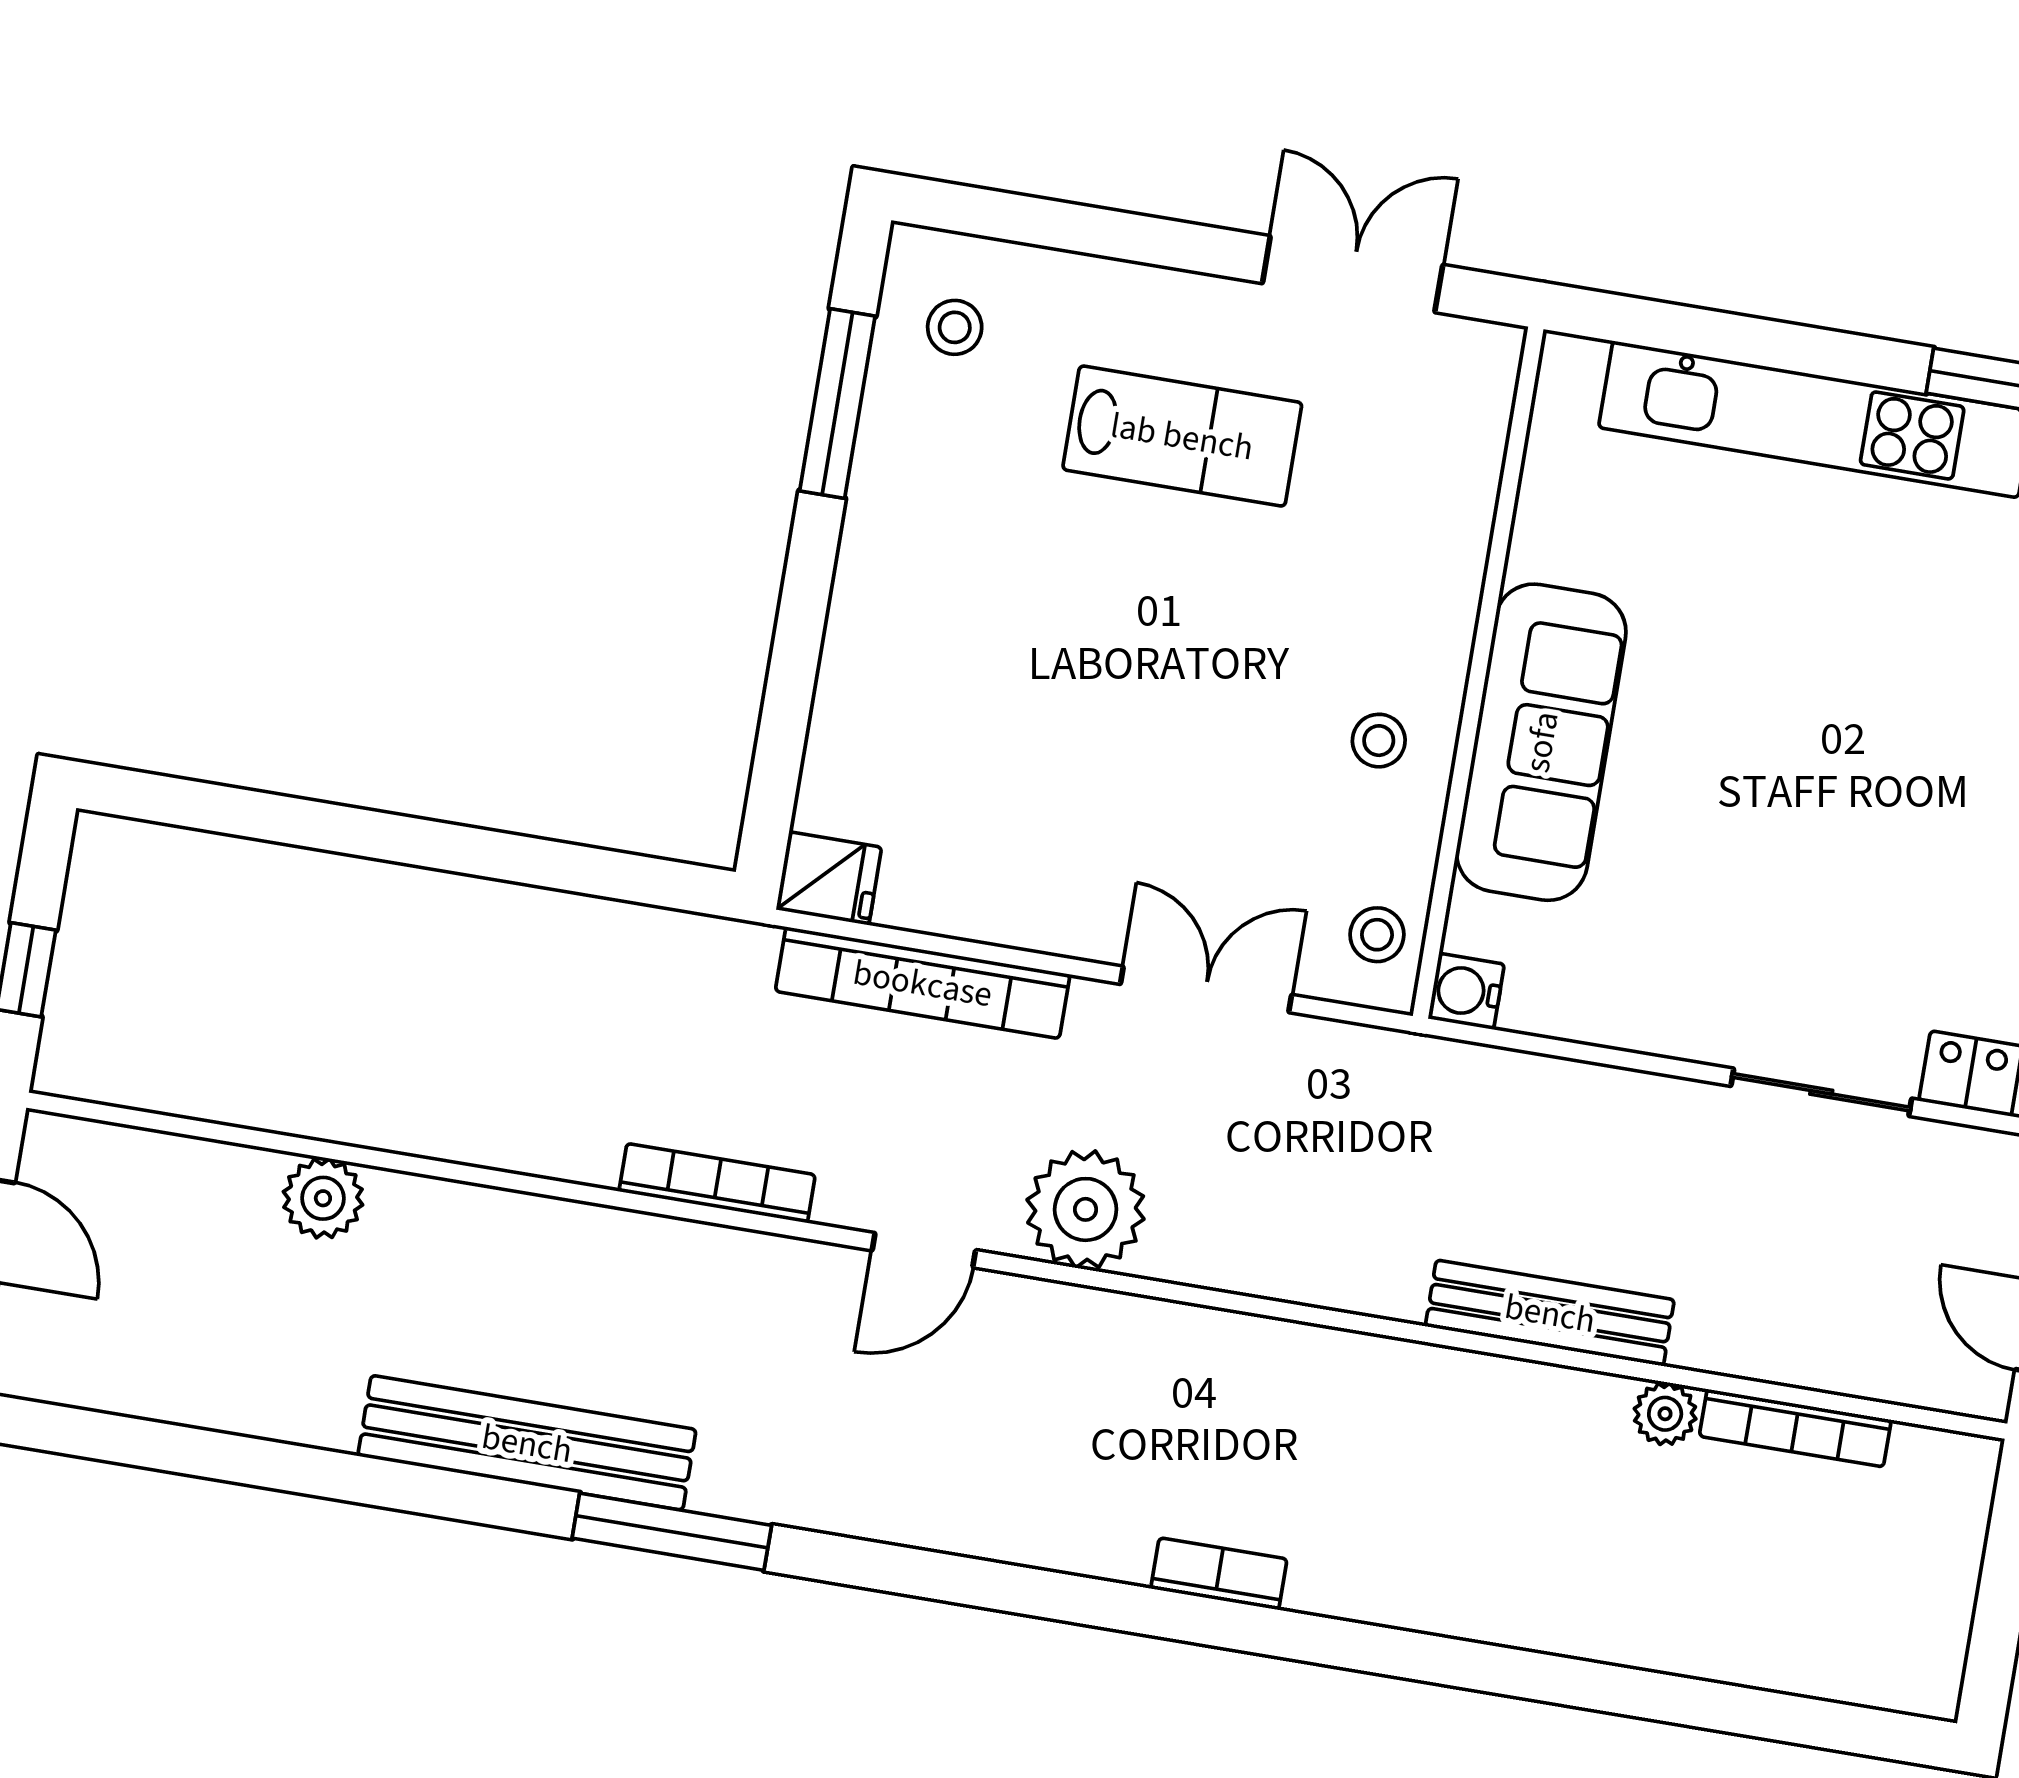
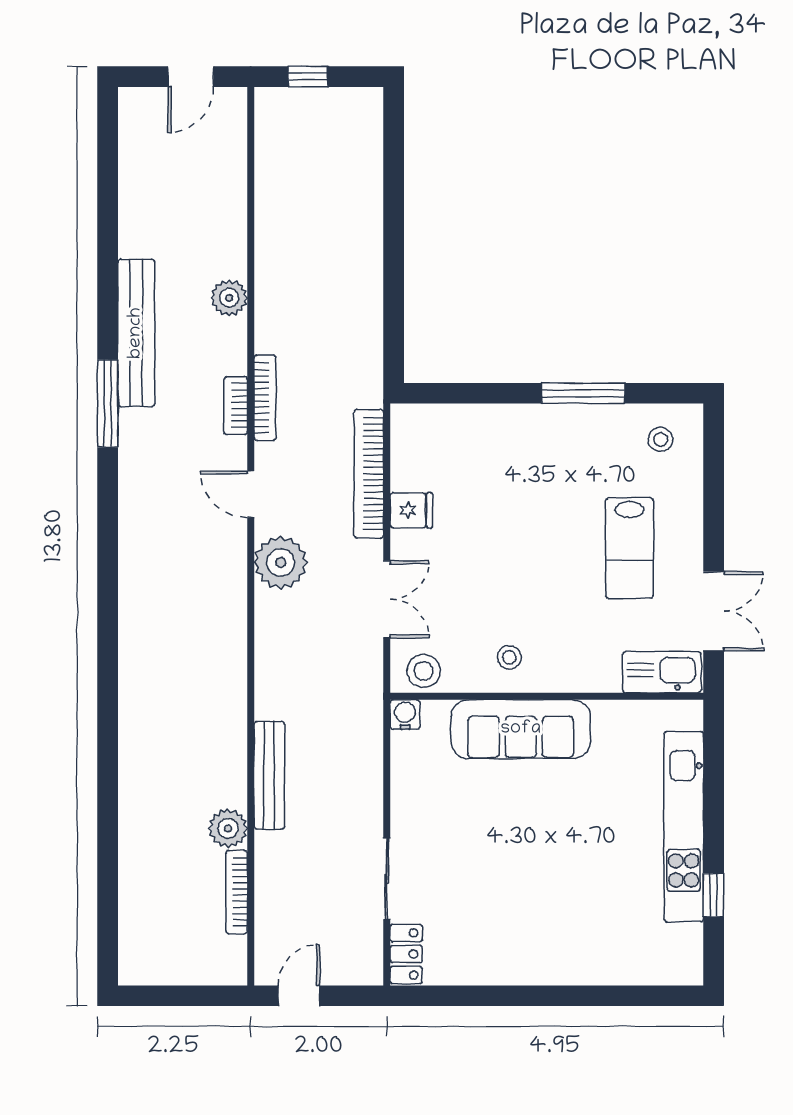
window: (837, 403) -> (583, 393), moved
kitchen sink: (1468, 410) -> (662, 672), added
fridge: (829, 878) -> (411, 510), moved, turned -90
stool: (1377, 935) -> (424, 671), width x1.37, depth x1.37
plant: (323, 1198) -> (229, 298), moved
plant: (1665, 1414) -> (228, 828), width x1.38, depth x1.38
bookcase: (1219, 1574) -> (236, 406), moved, turned 180

